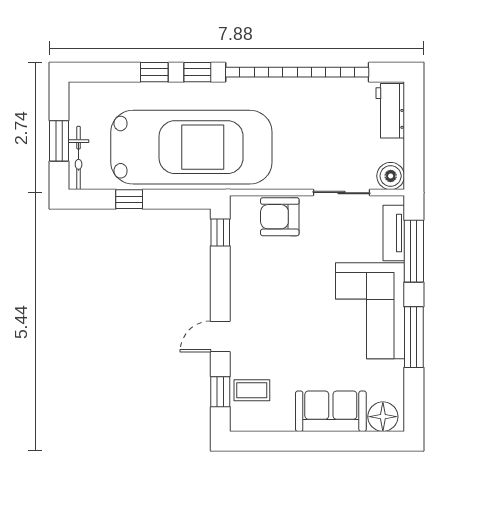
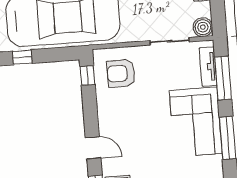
armchair: (280, 217) -> (121, 73), moved
door: (220, 336) -> (93, 148), swing flipped

